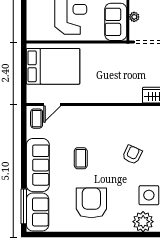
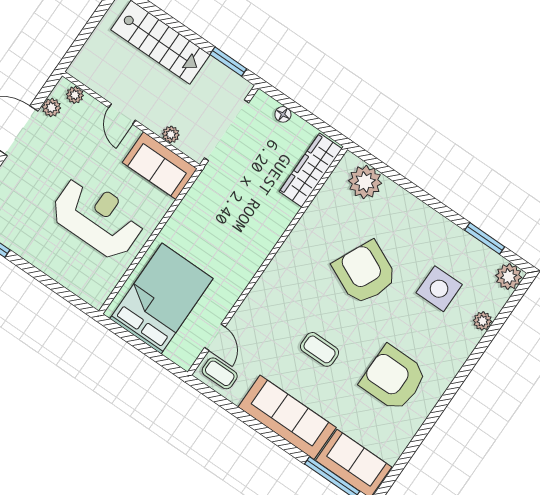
armchair: (132, 155) -> (365, 273), width x1.88, depth x1.88
plant: (143, 222) -> (483, 321), width x0.53, depth x0.53

